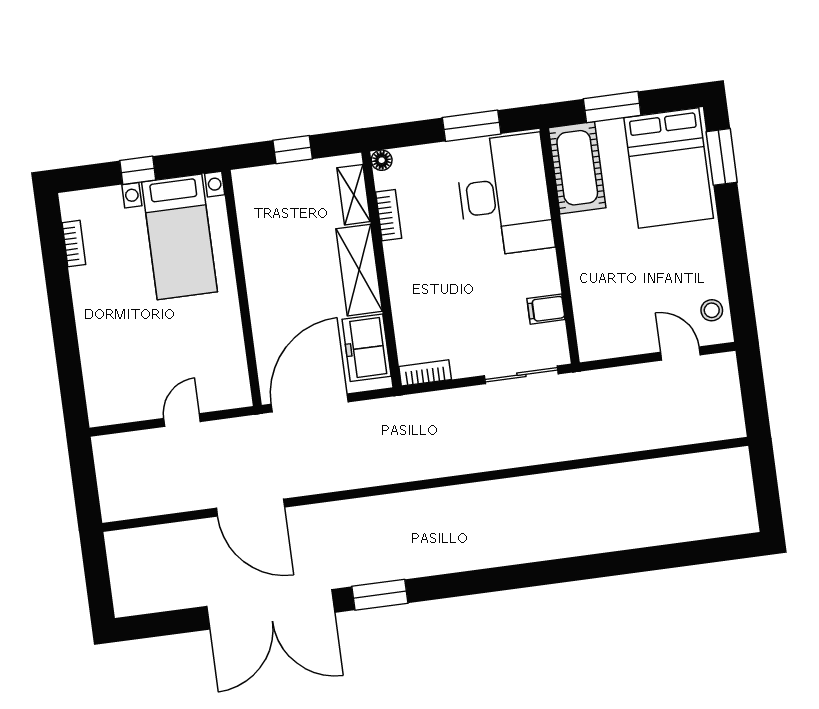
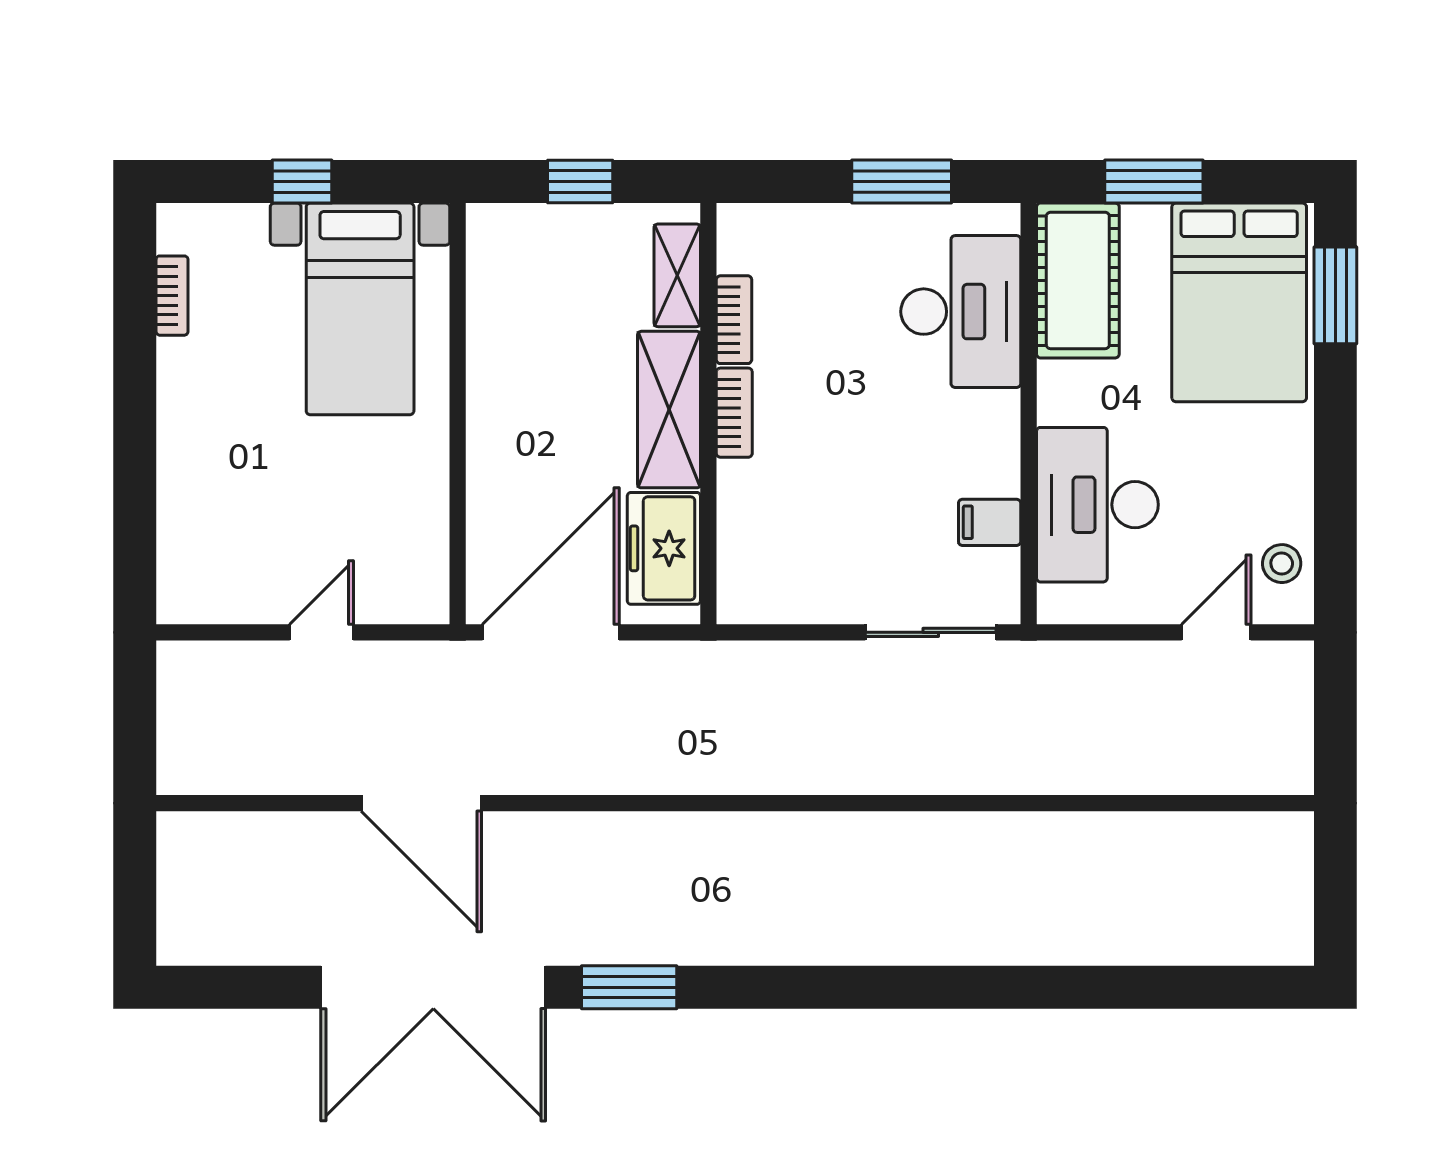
floor lamp: (382, 160) -> (735, 221), removed
desk: (504, 195) -> (961, 312), width x0.73, depth x0.77
desk: (605, 291) -> (1097, 505), added
door: (680, 353) -> (1216, 632), hinge flipped
bookcase: (425, 373) -> (734, 413), moved, turned 90

